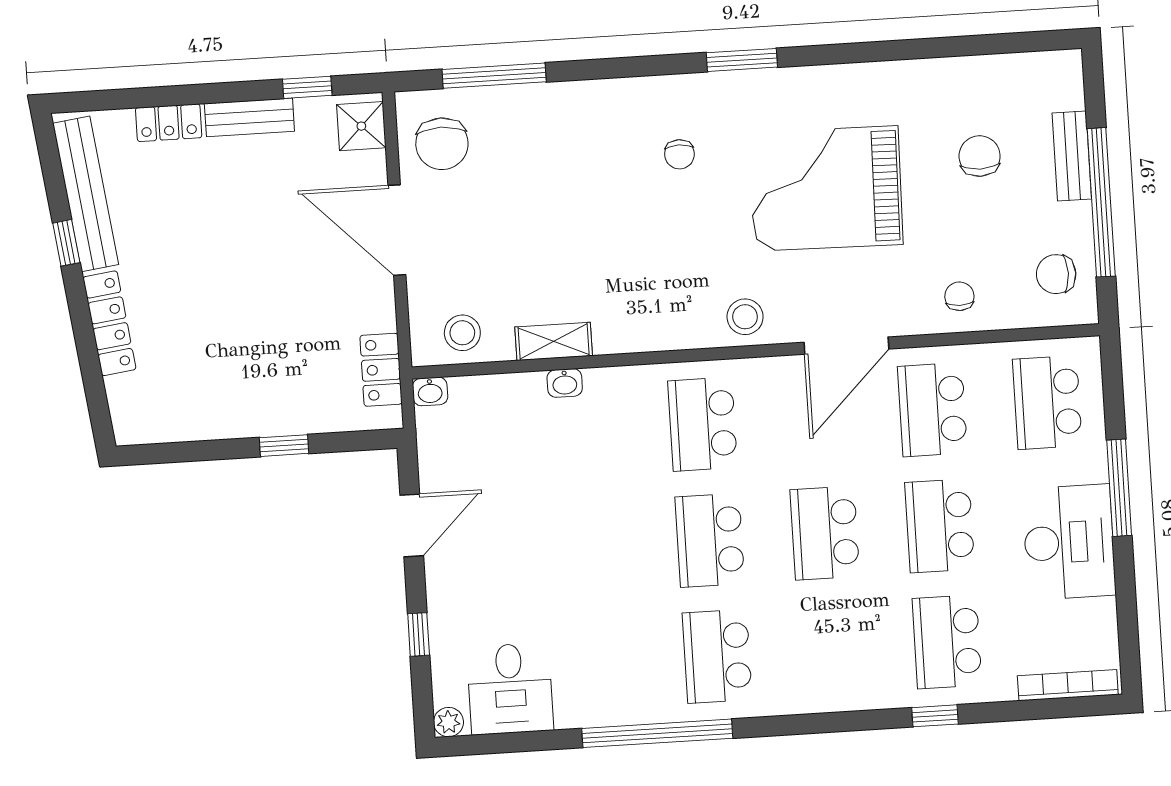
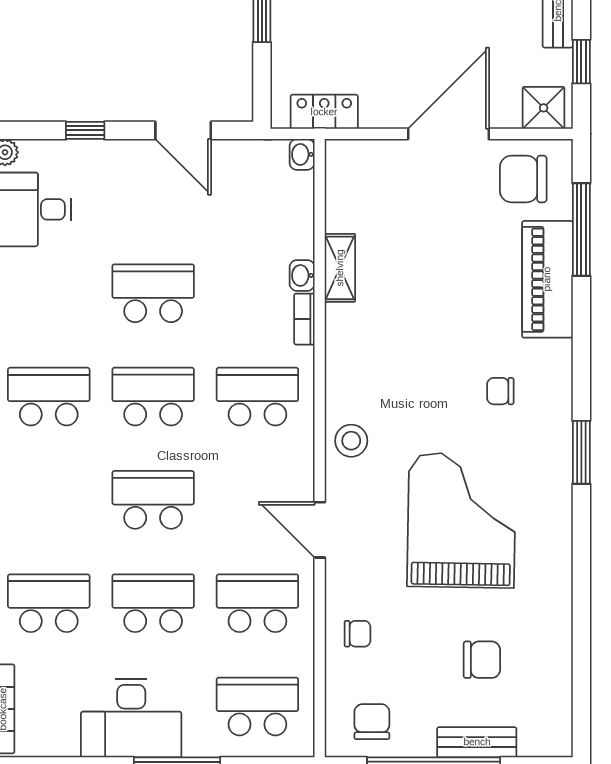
piano: (552, 110) -> (547, 279), added
stool: (462, 333) -> (353, 187), removed
door: (846, 346) -> (320, 530), width x0.73
bookcase: (613, 377) -> (304, 319), added
school desk: (595, 547) -> (153, 293), added

